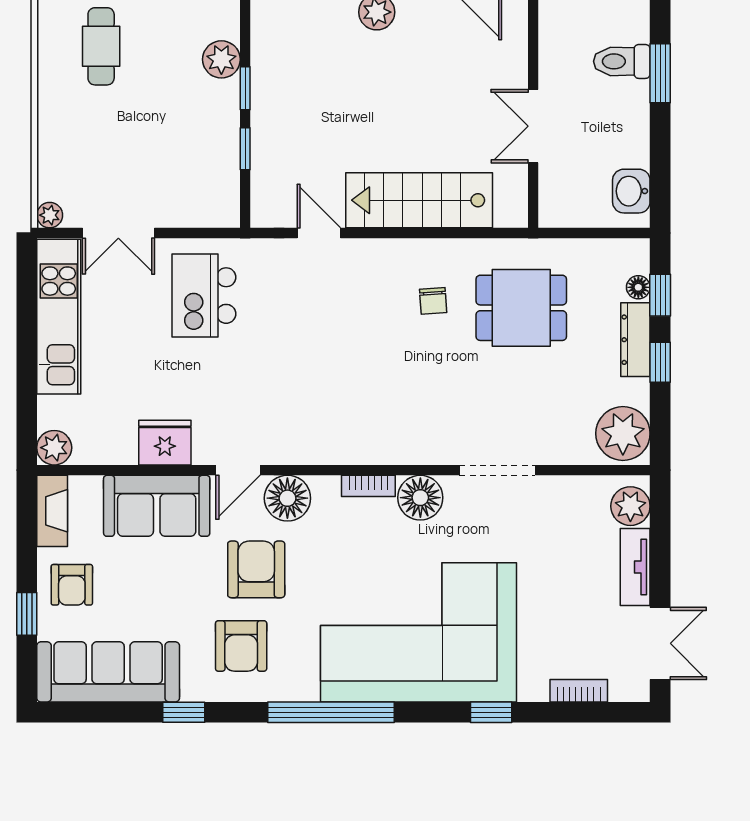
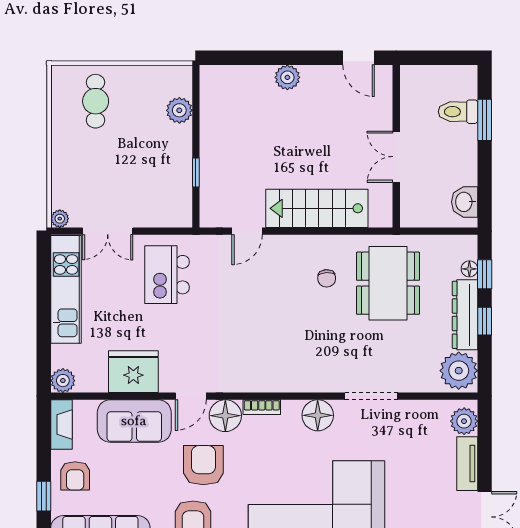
window: (245, 88) -> (196, 130), removed
door: (319, 233) -> (247, 231), swing flipped
dining table: (521, 308) -> (388, 283), width x1.38
dresser: (635, 340) -> (465, 315), width x1.37, depth x1.24
fridge: (165, 443) -> (133, 372), width x1.36, depth x1.34
bookcase: (368, 486) -> (262, 407), moved

